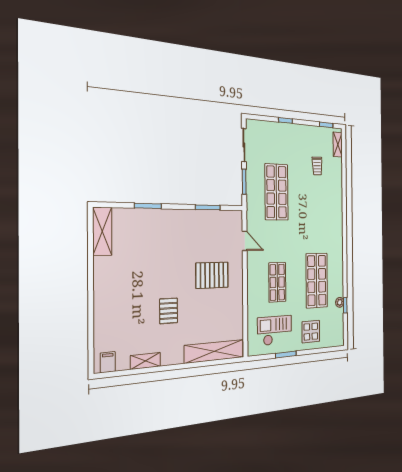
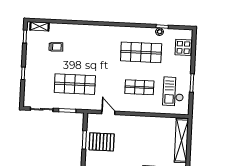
door: (245, 241) -> (108, 113), hinge flipped
pallet: (212, 275) -> (102, 142), moved, turned 90
display table: (311, 332) -> (183, 47), moved

